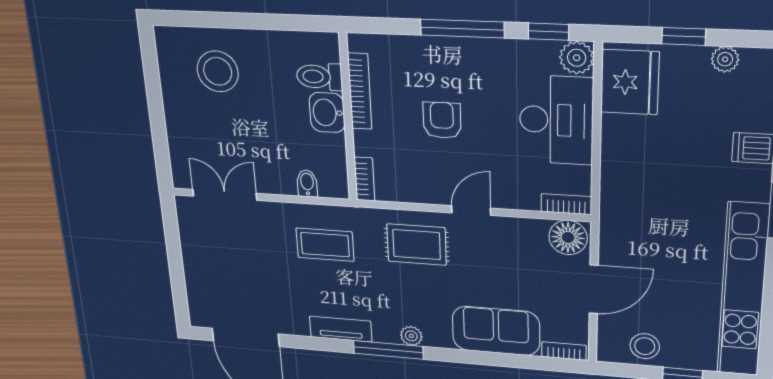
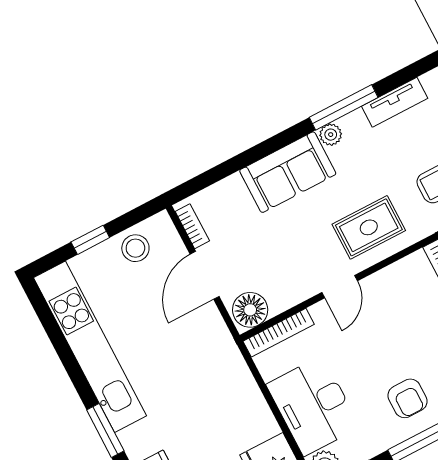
armchair: (442, 120) -> (408, 398), moved
bookcase: (566, 204) -> (279, 333), width x1.56
sofa: (496, 331) -> (288, 172), moved
bookcase: (564, 351) -> (192, 226), moved, turned -90

